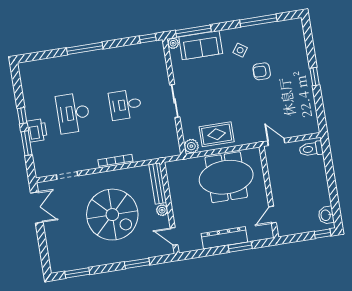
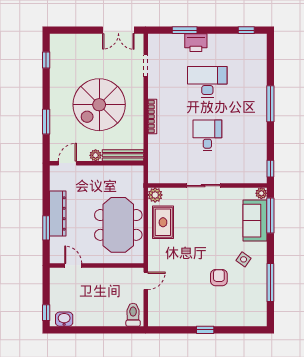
window: (22, 116) -> (246, 30), moved
window: (77, 273) -> (46, 60), width x0.67

